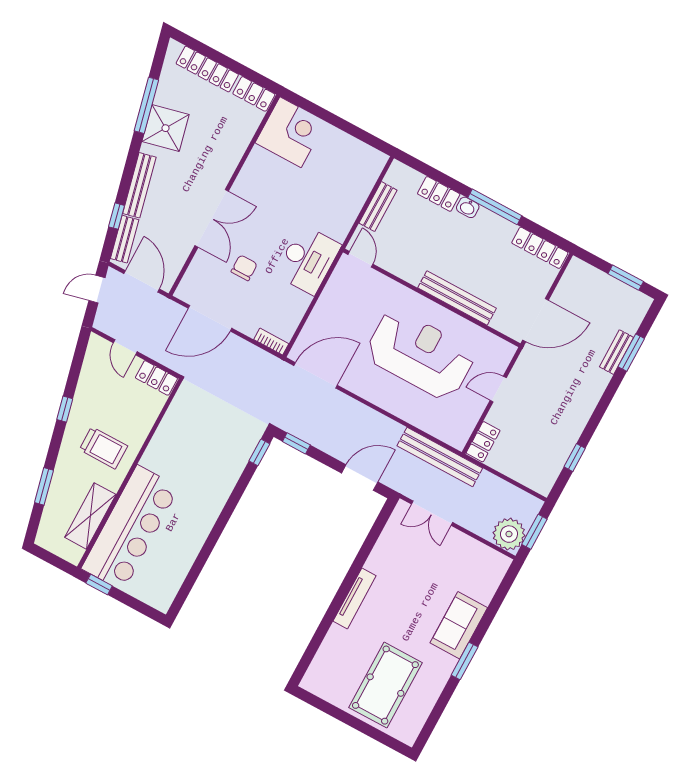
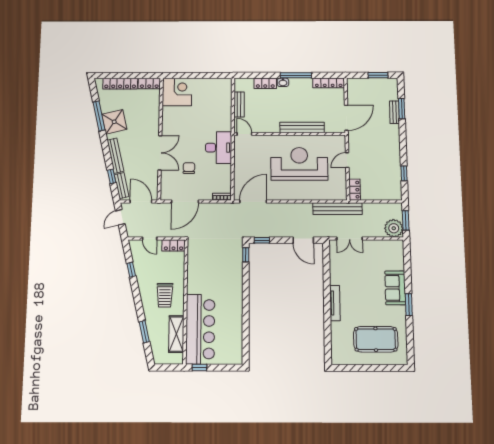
window: (65, 409) -> (131, 270), moved
trolley: (103, 448) -> (165, 295), turned 90
door: (360, 478) -> (303, 240), swing flipped
pool table: (385, 685) -> (376, 339), turned 90

